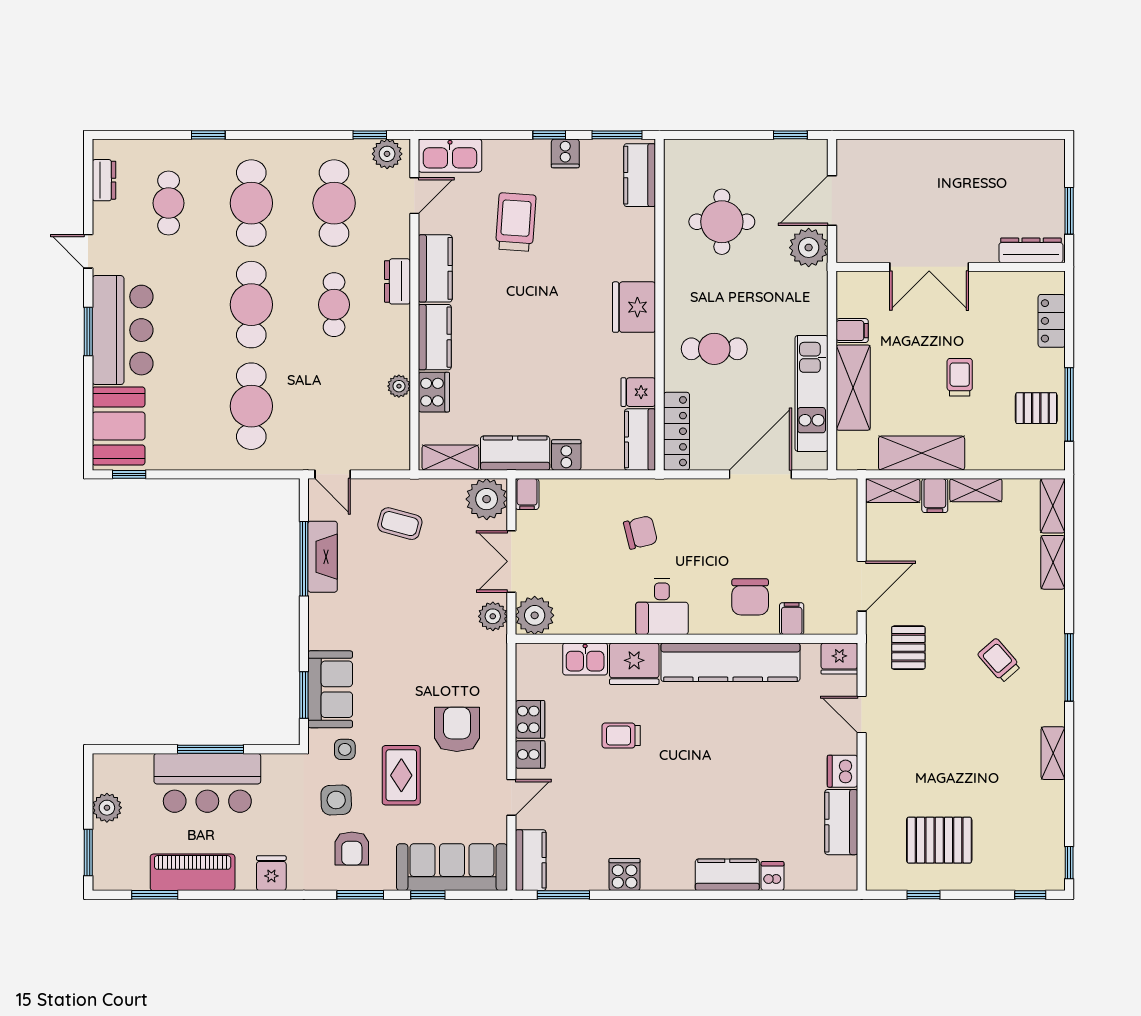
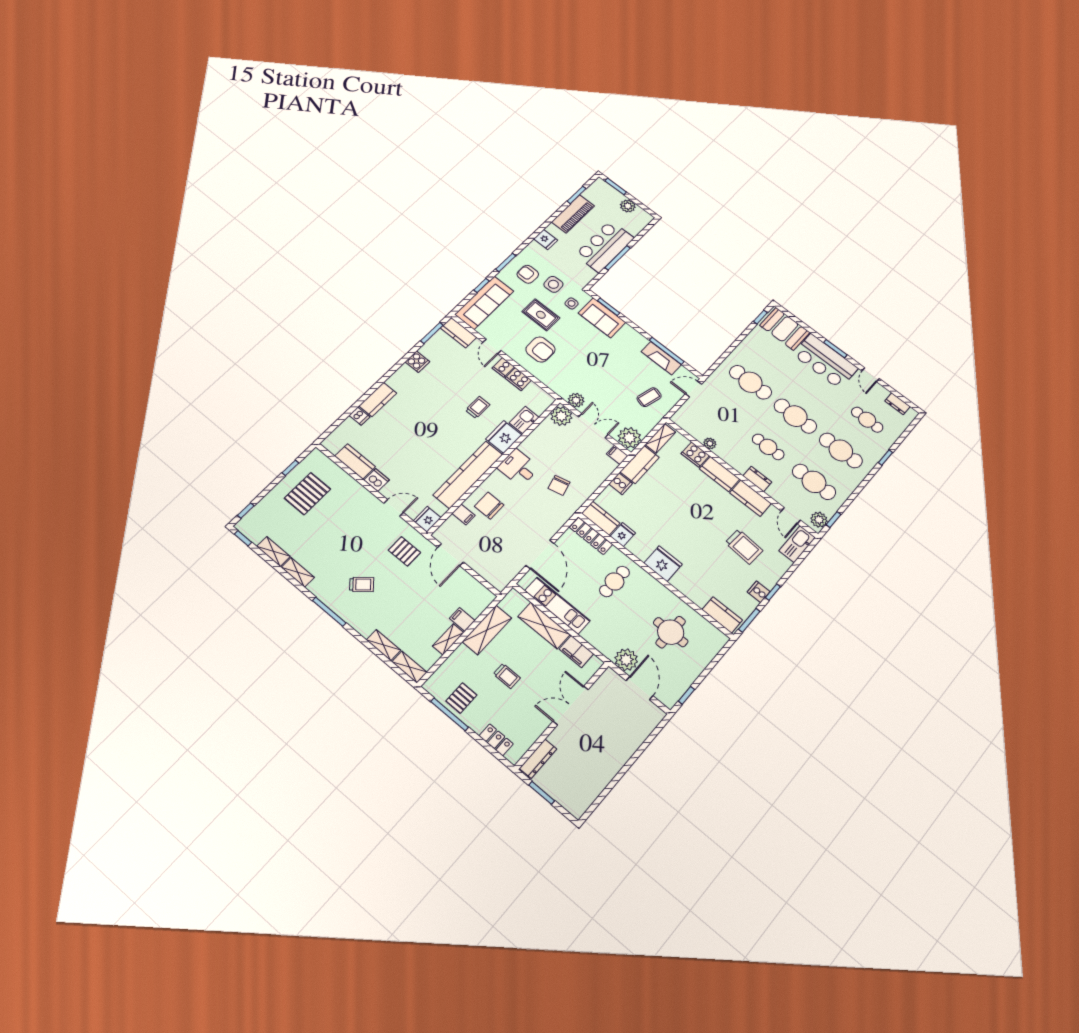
door: (88, 251) -> (871, 375), swing flipped
filing cabinet: (852, 331) -> (576, 651), width x2.00
shelving: (893, 491) -> (273, 551), moved, turned 90

